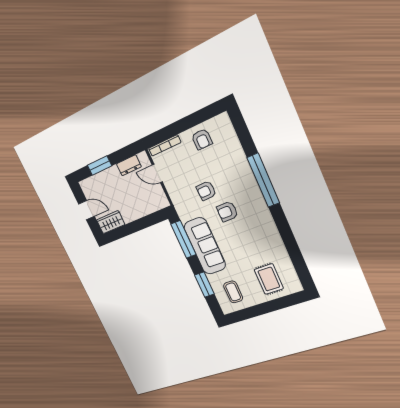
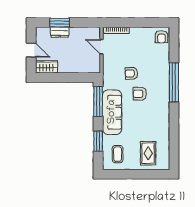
armchair: (202, 139) -> (161, 37), moved
dresser: (129, 165) -> (60, 32), moved

